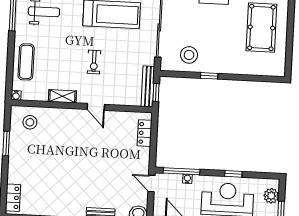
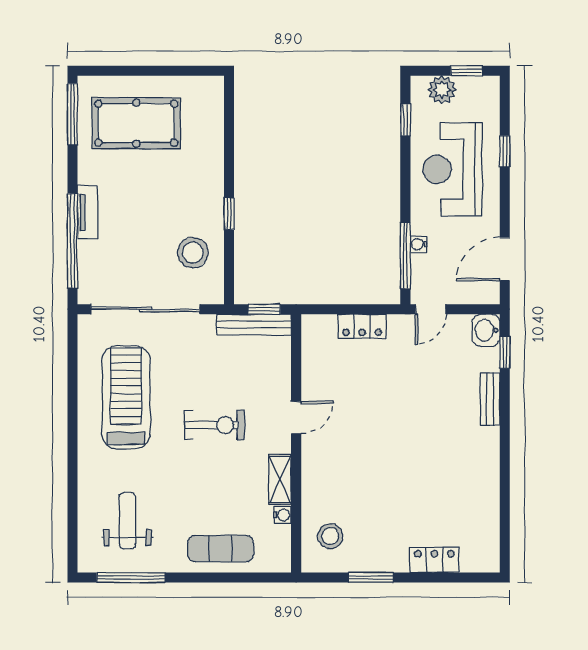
exercise bike: (94, 62) -> (214, 425), width x1.38, depth x1.39
water cooler: (16, 95) -> (282, 515), moved
locker: (145, 133) -> (362, 326), moved
window: (233, 174) -> (405, 120), moved
locker: (13, 198) -> (434, 560), moved

